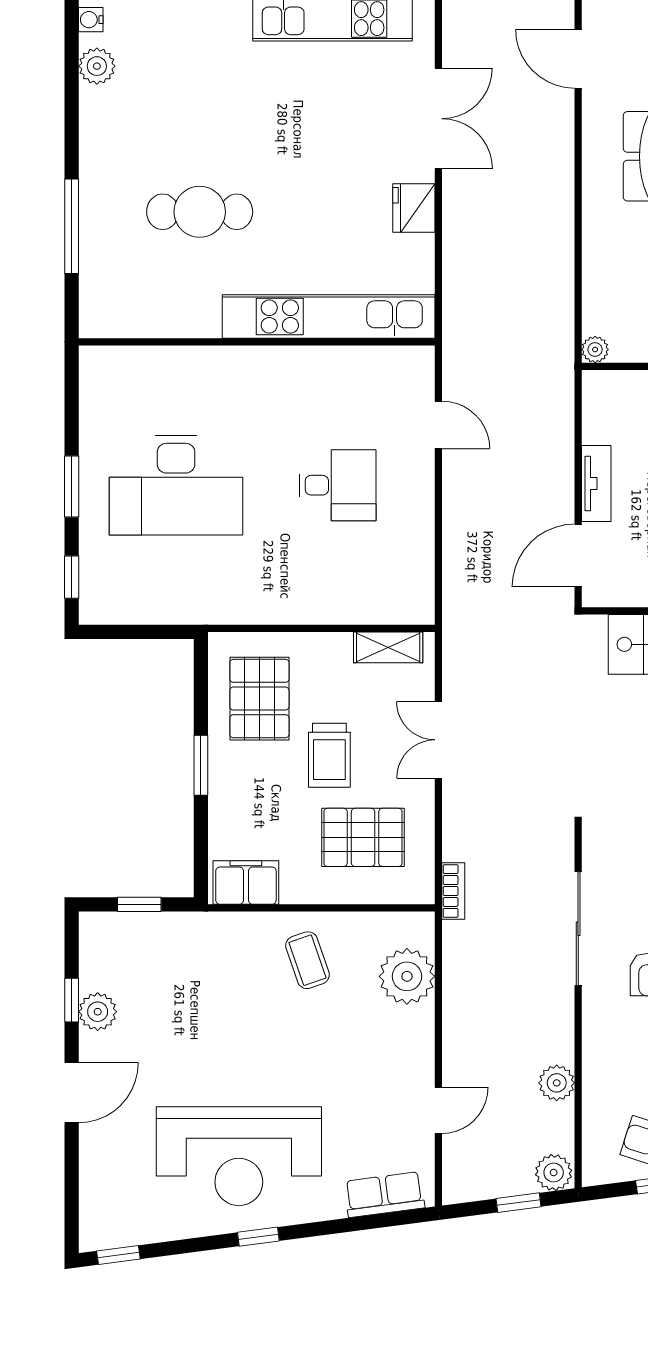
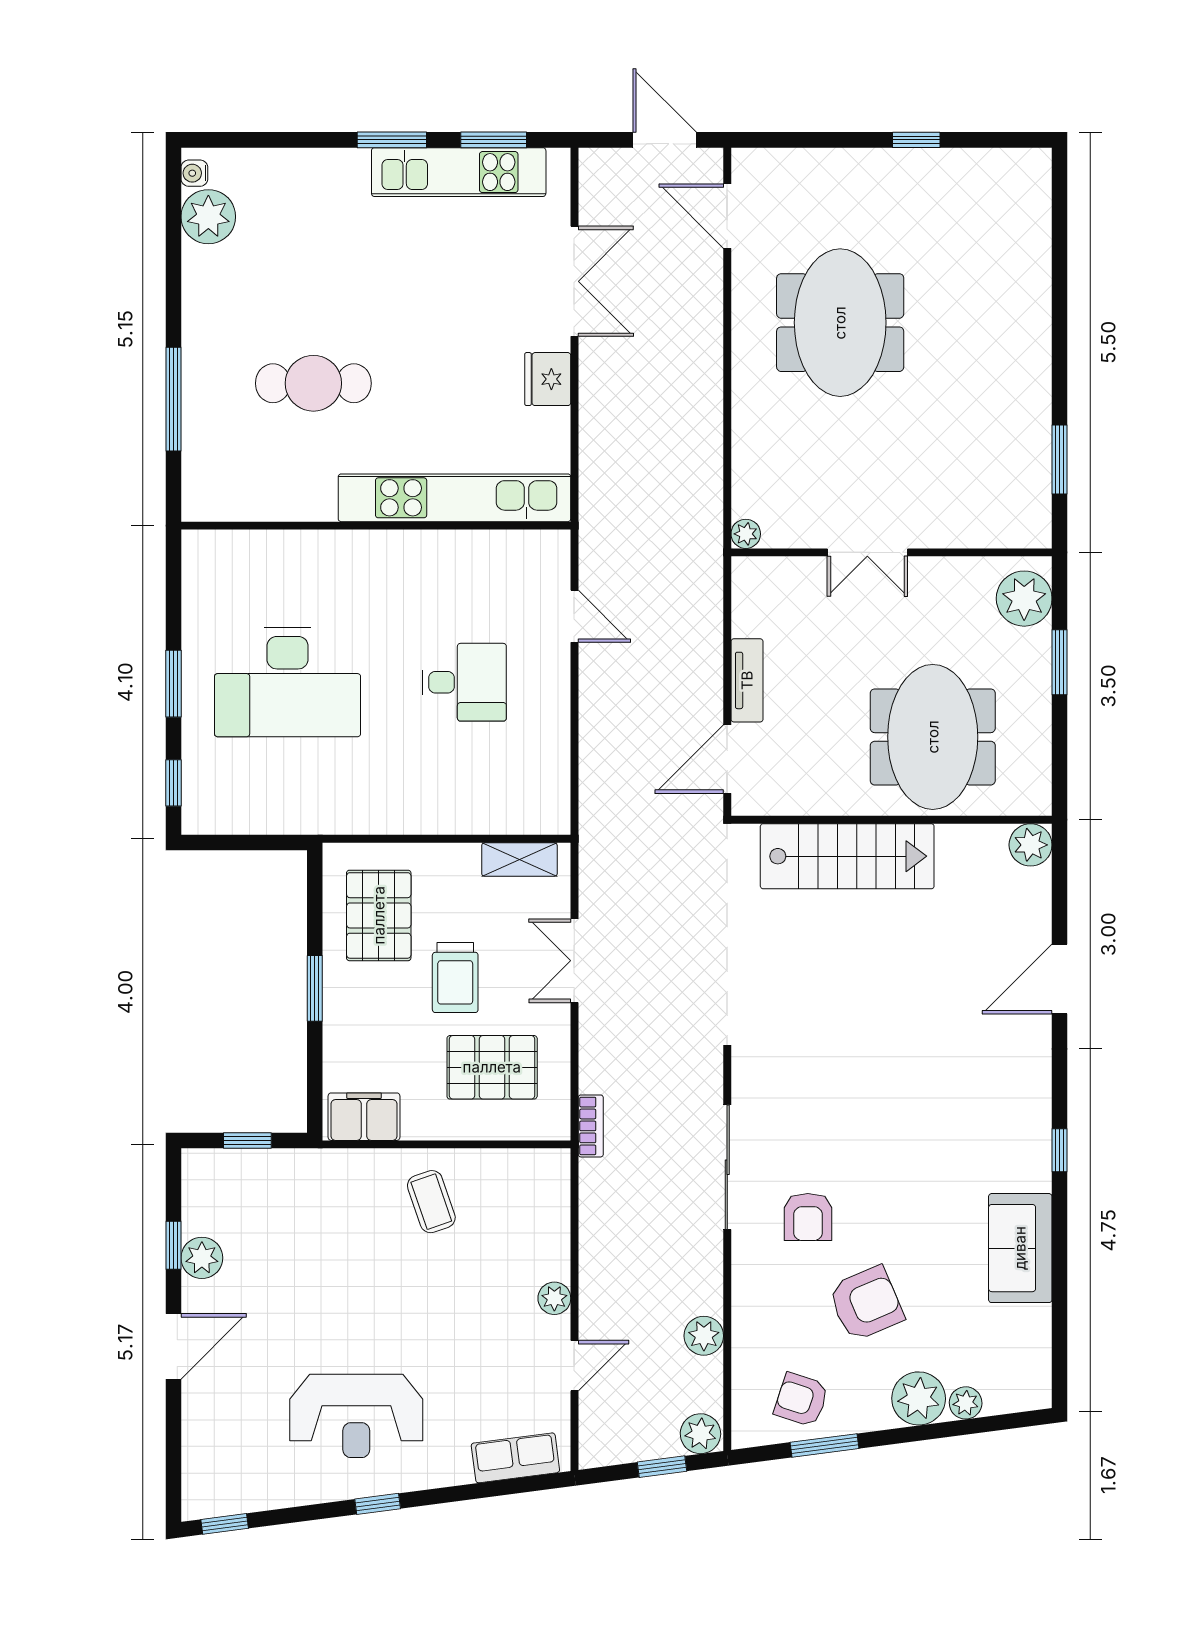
plant: (97, 66) -> (208, 217), width x1.36, depth x1.36
plant: (407, 976) -> (554, 1298), moved, width x0.53, depth x0.53
reception desk: (239, 1156) -> (356, 1416), width x0.74, depth x0.77

